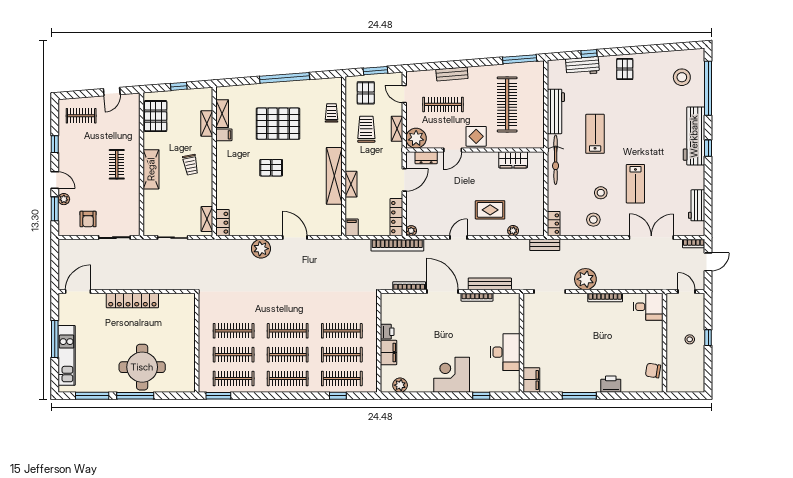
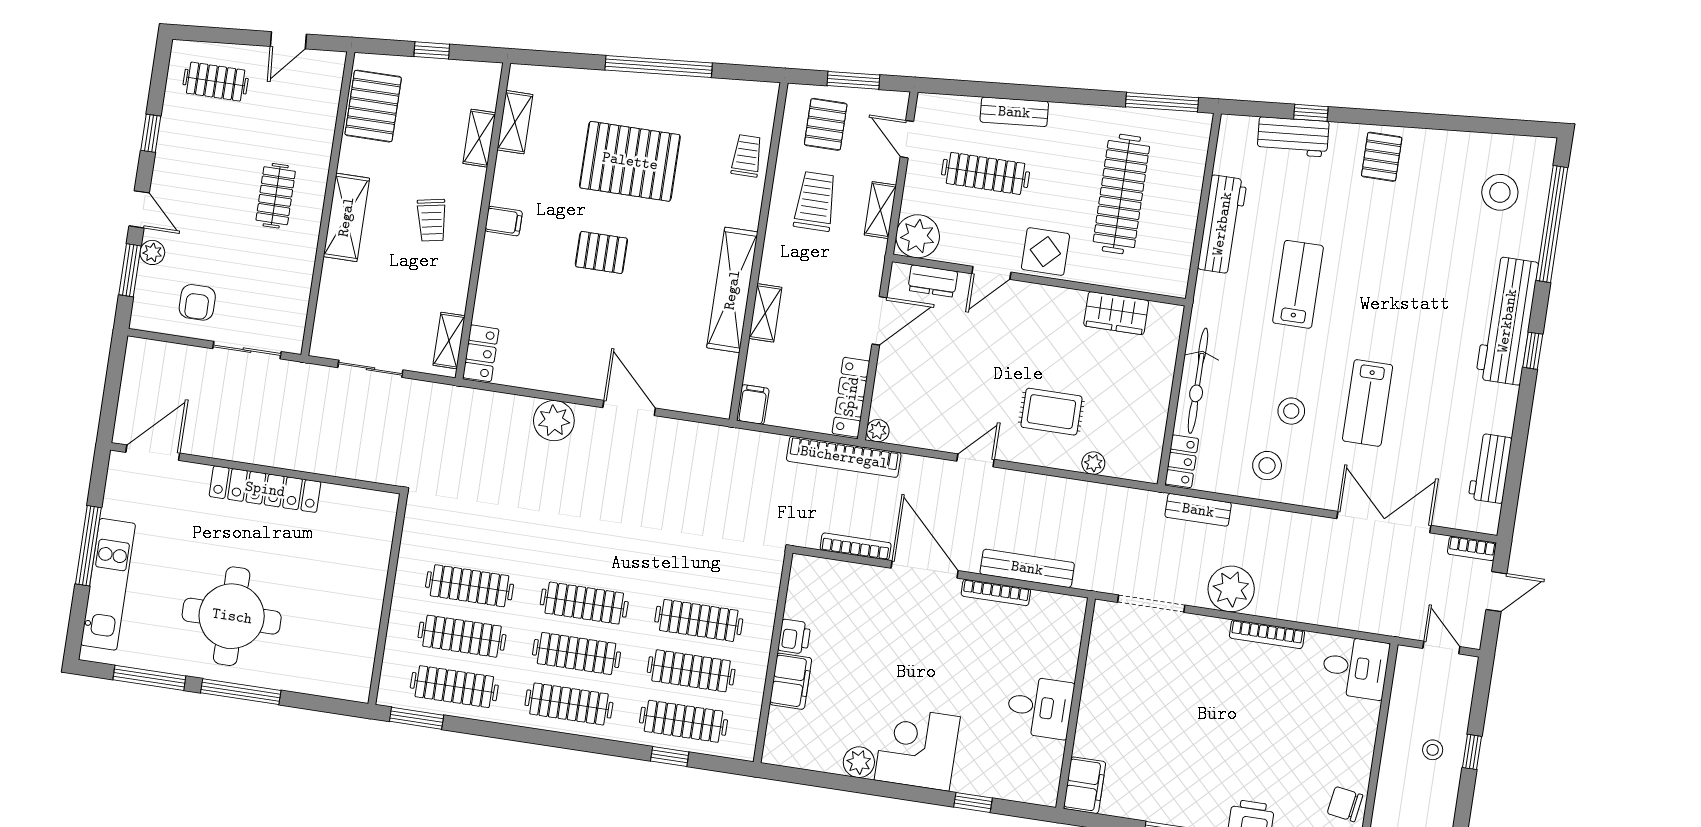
filing cabinet: (224, 135) -> (504, 221), moved
bicycle: (556, 160) -> (1198, 381), moved
bench: (545, 245) -> (1198, 510), moved
desk: (505, 352) -> (1040, 707), width x0.73
round table: (142, 367) -> (232, 616), moved
plant: (400, 385) -> (859, 762), moved

